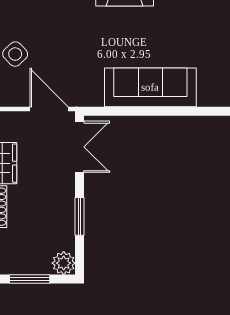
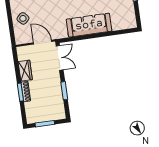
plant: (64, 263) -> (60, 114), removed

